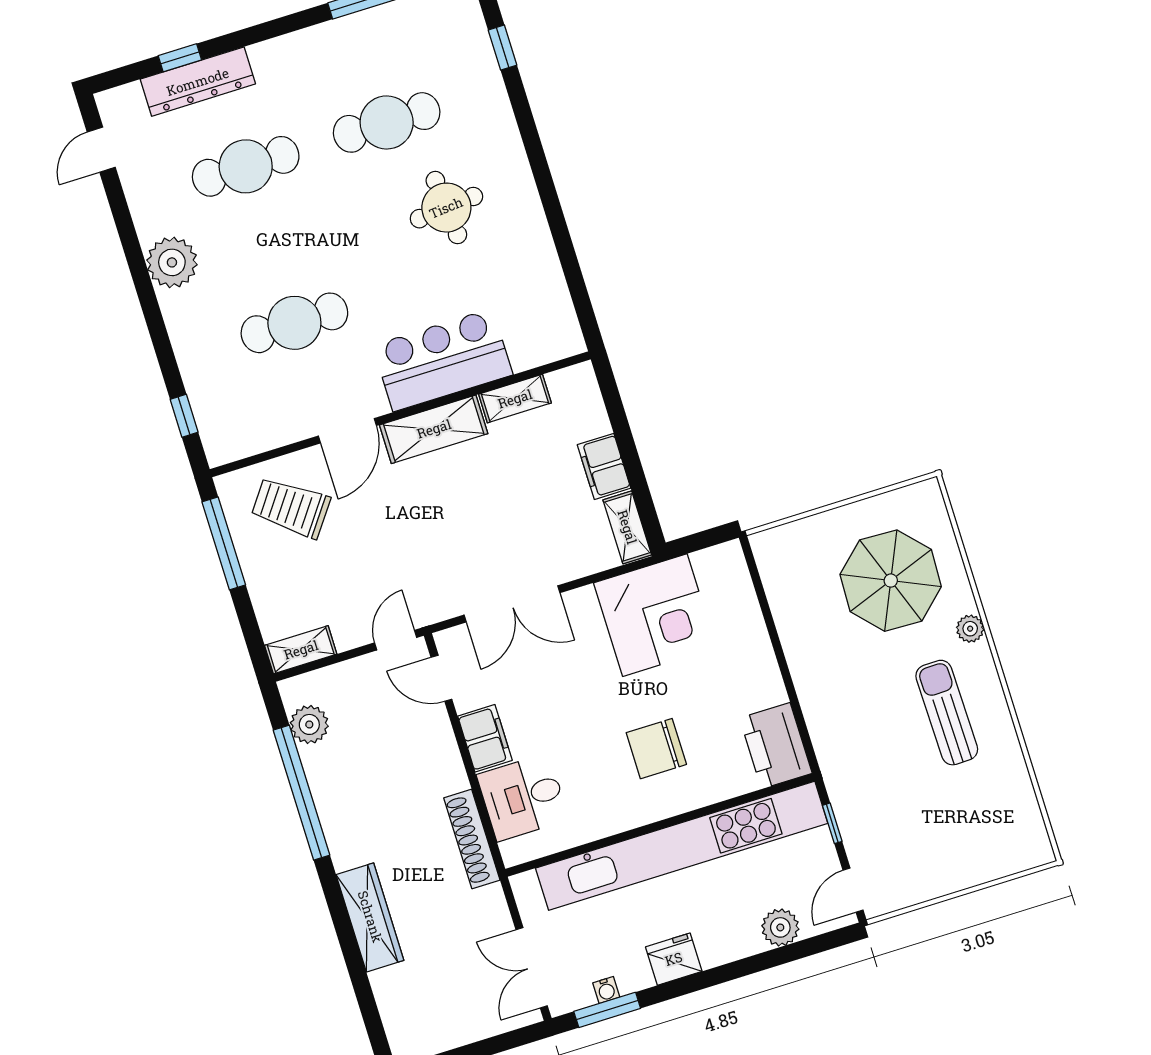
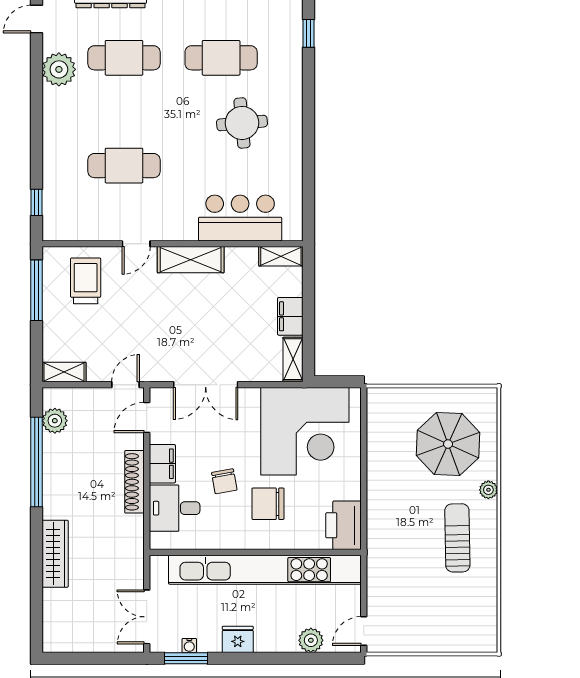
plant: (172, 262) -> (59, 69), moved
bar counter: (443, 360) -> (240, 218), moved
shelving: (515, 399) -> (281, 256), moved
door: (347, 431) -> (136, 244), width x0.73
trolley: (291, 508) -> (86, 281), turned 54
corner desk: (655, 615) -> (305, 431), width x1.36, depth x1.36
door: (441, 678) -> (147, 418), hinge flipped
chair: (583, 736) -> (224, 481), added
window: (832, 823) -> (364, 585), removed
shoe rack: (472, 839) -> (134, 482), moved

